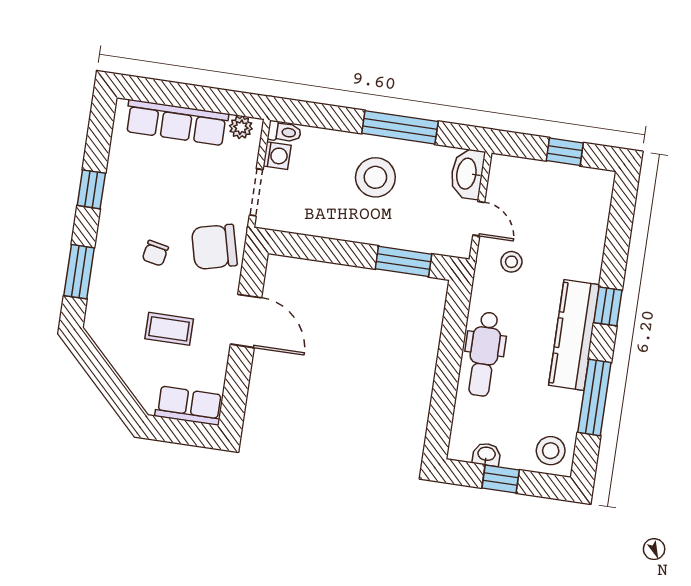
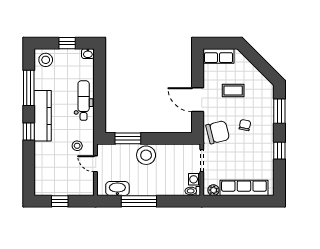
washbasin: (467, 174) -> (117, 189), moved, turned -90
stool: (375, 177) -> (146, 155), moved
washbasin: (487, 454) -> (88, 54), moved

